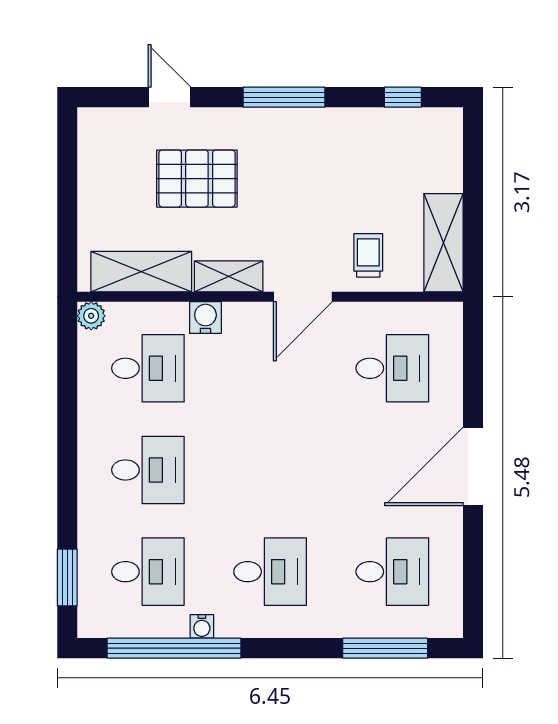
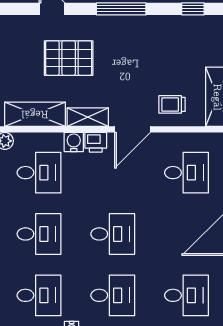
trolley: (368, 255) -> (172, 104), turned -90
printer: (242, 318) -> (96, 142), added
desk: (270, 470) -> (113, 234), added

